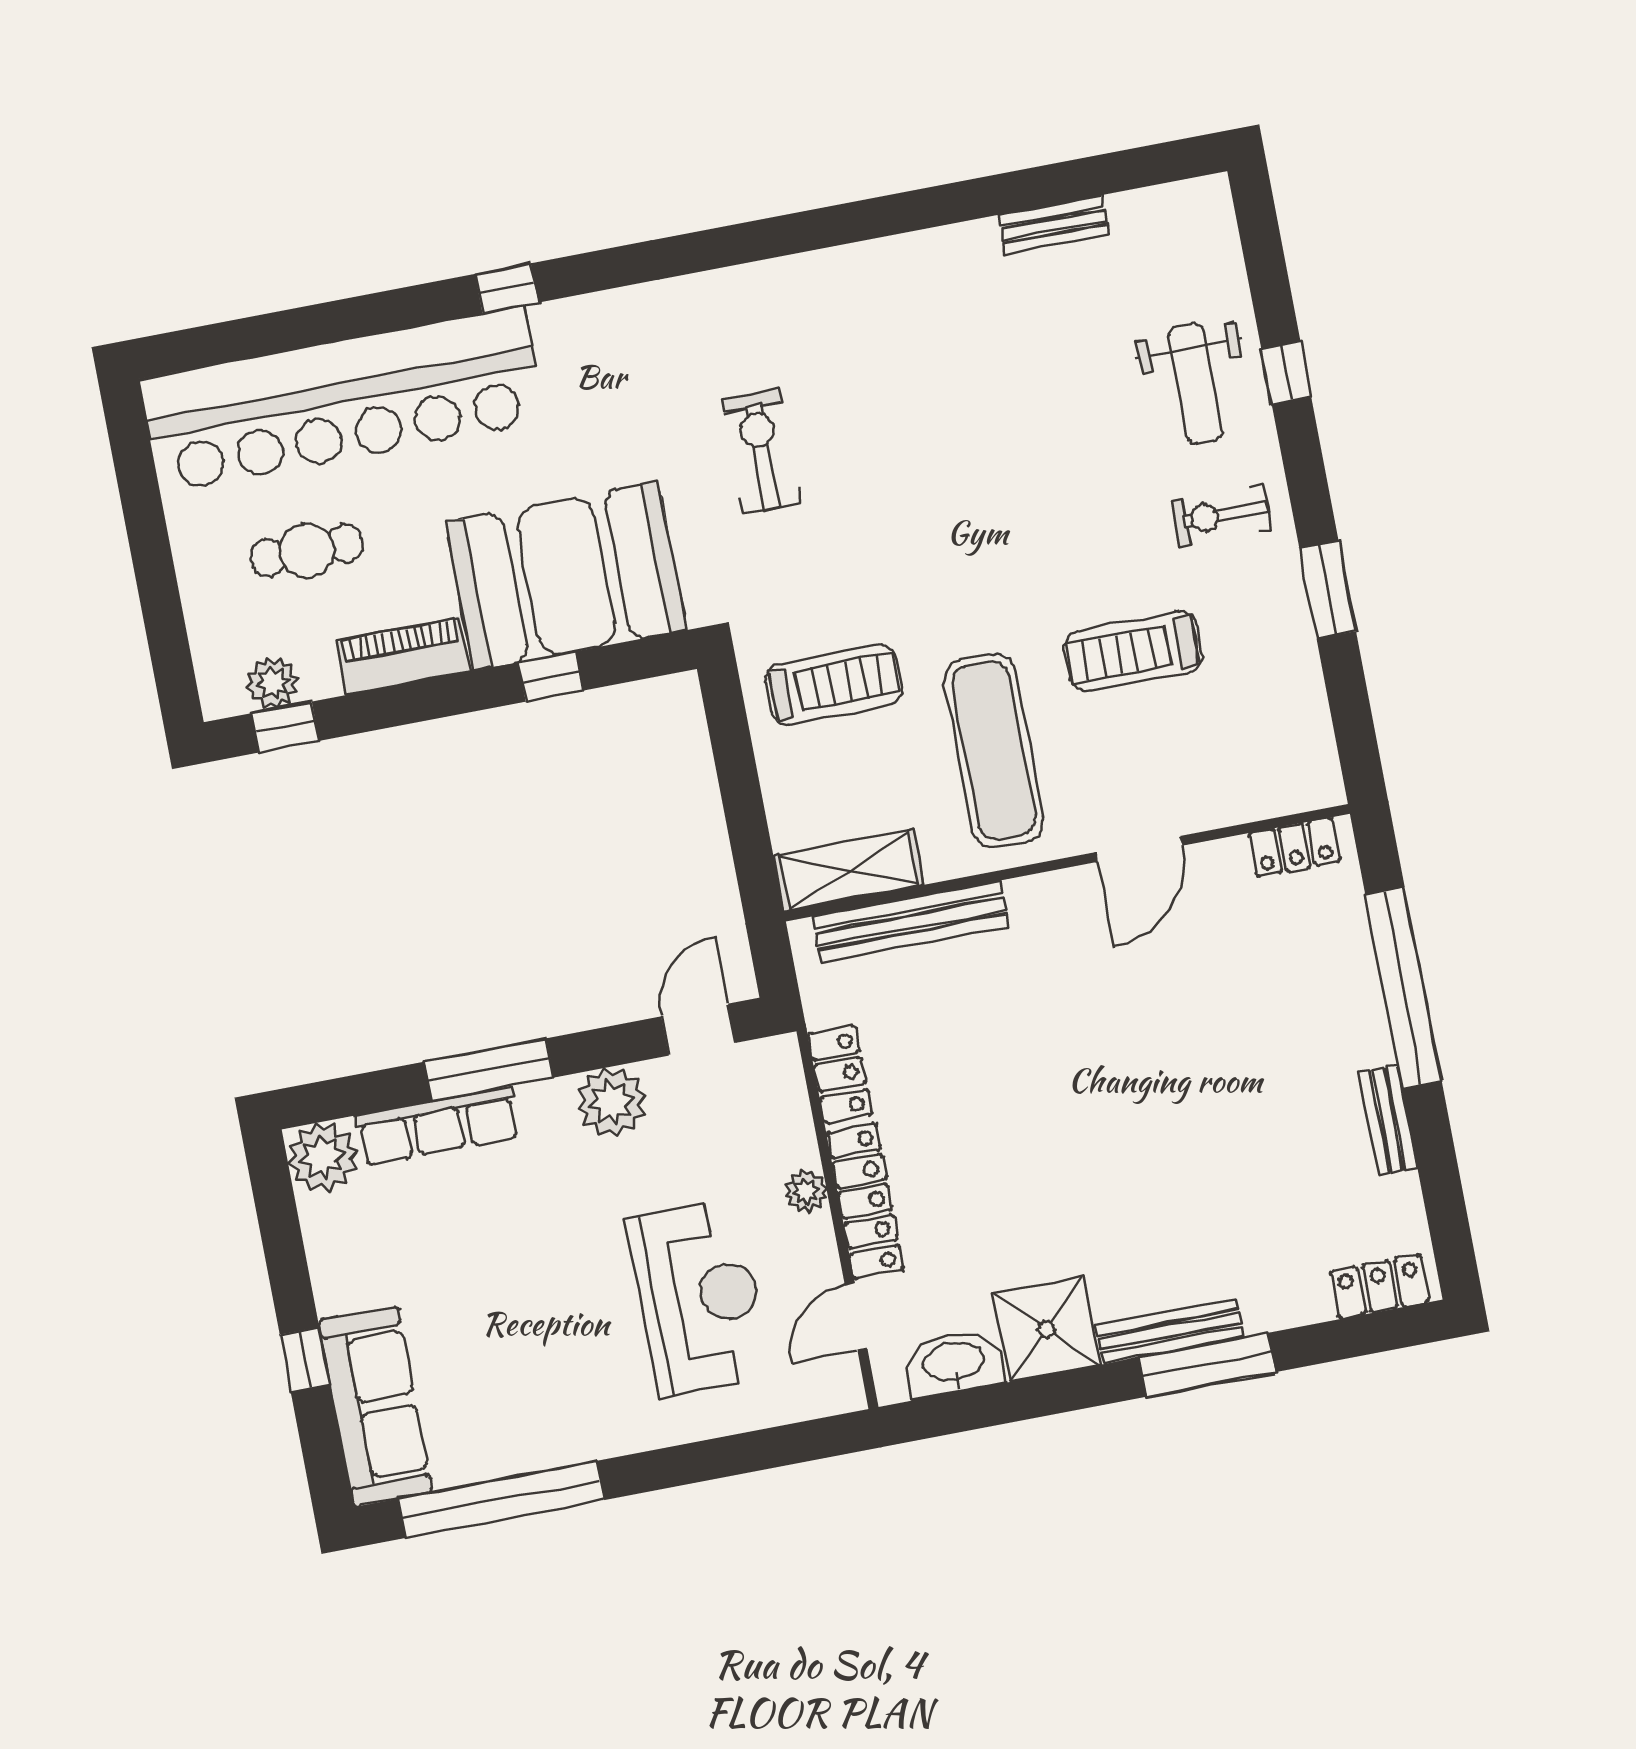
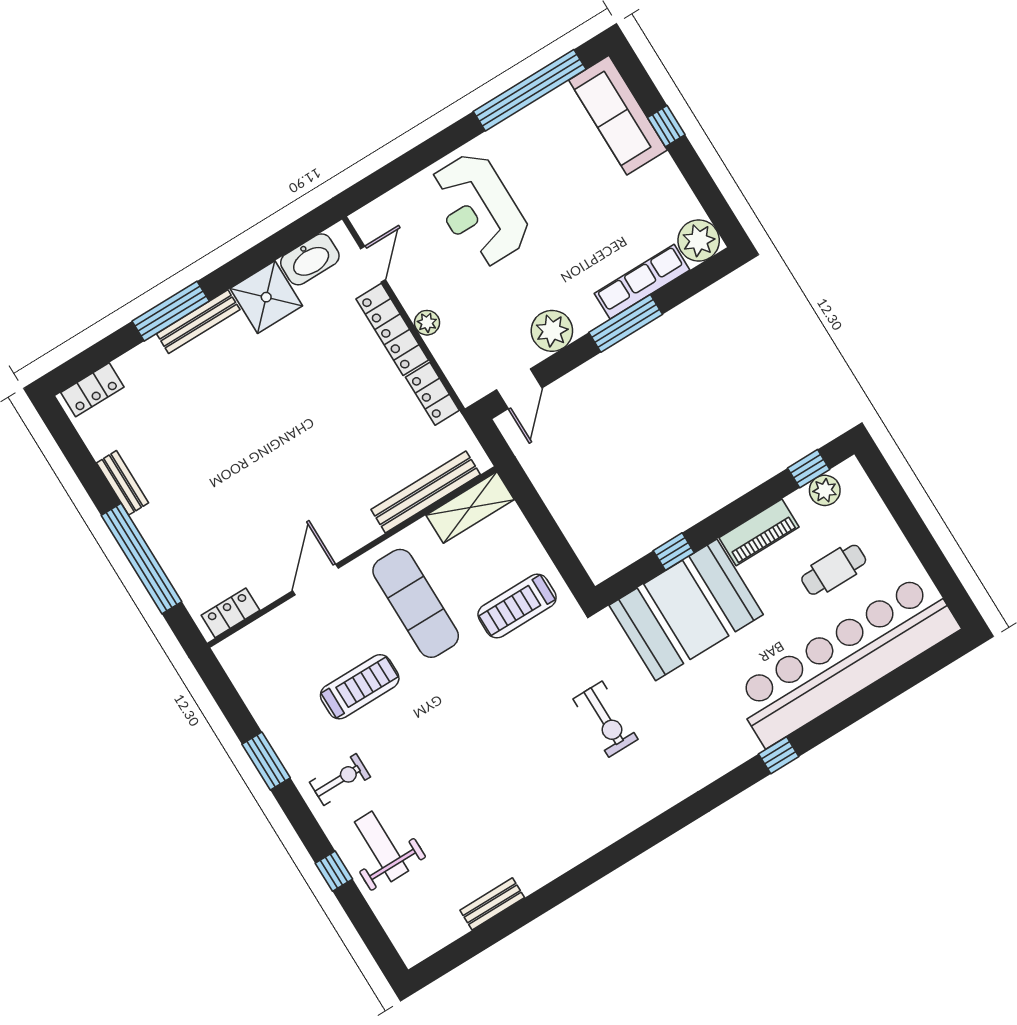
reception desk: (699, 1297) -> (479, 210), moved

